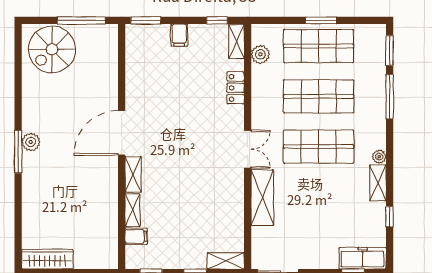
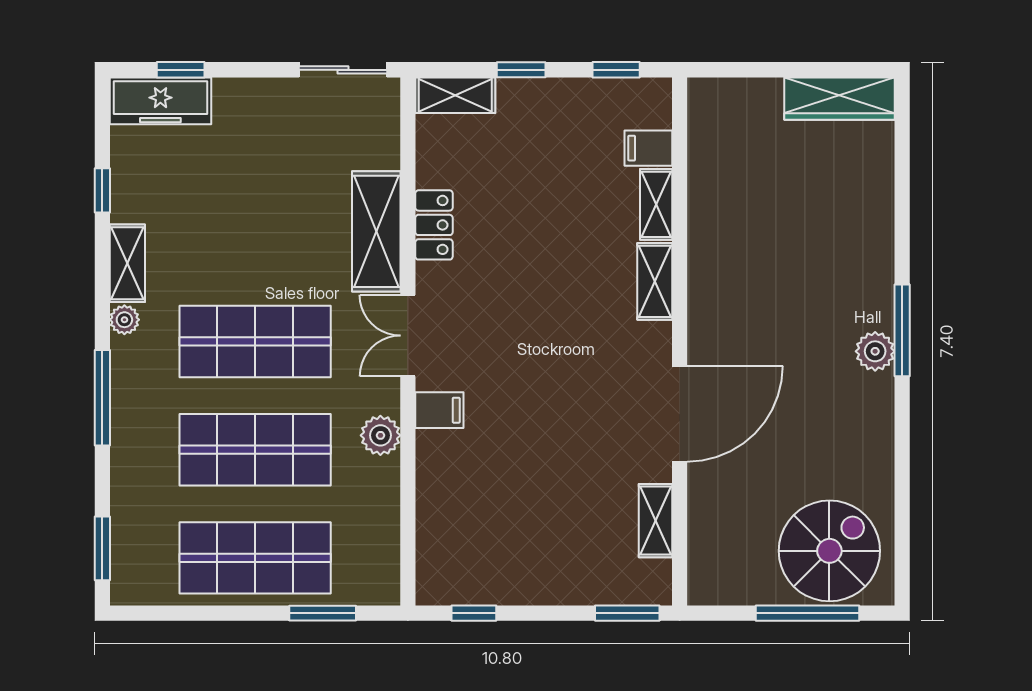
window: (81, 20) -> (808, 613), moved
window: (321, 20) -> (323, 613), moved
filing cabinet: (179, 35) -> (439, 410), moved, turned 90
shelving: (236, 42) -> (655, 521), moved
plant: (260, 54) -> (380, 435), moved
locker: (236, 88) -> (434, 225), moved
window: (390, 97) -> (102, 398), moved
door: (122, 133) -> (680, 414), moved

